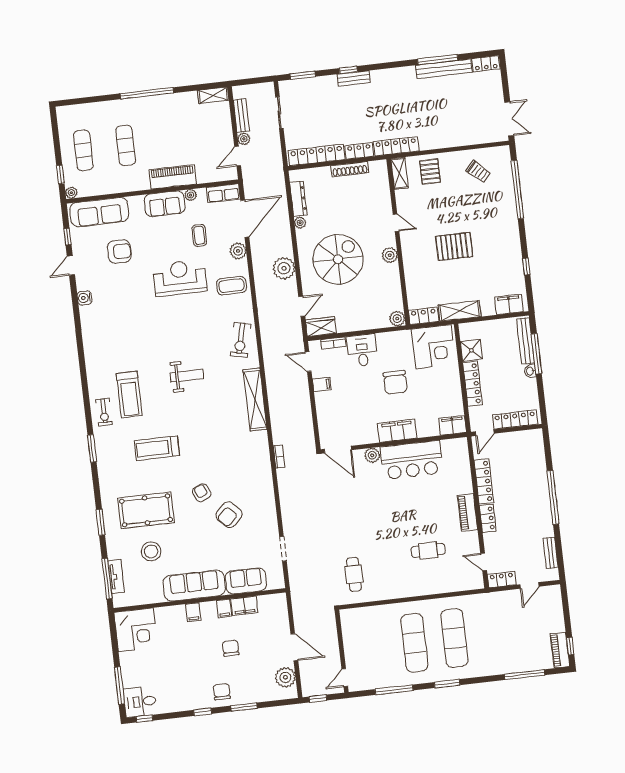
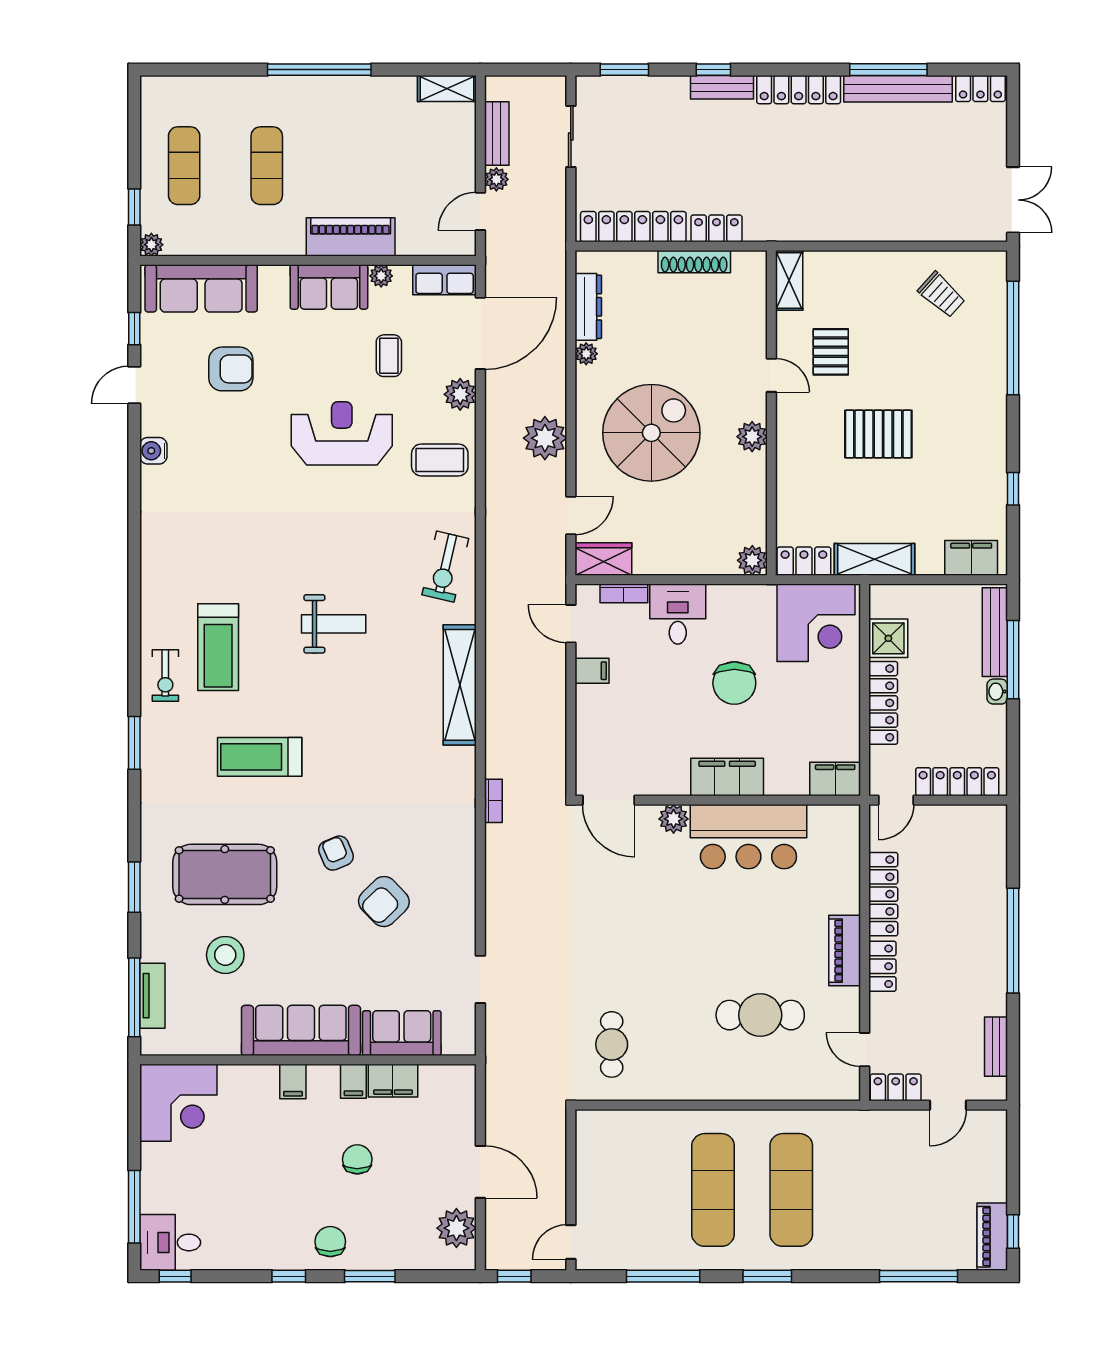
locker: (396, 146) -> (799, 90), moved, turned 180
pallet: (430, 172) -> (831, 352), moved
cafe table: (428, 550) -> (760, 1015), width x1.37, depth x1.35

